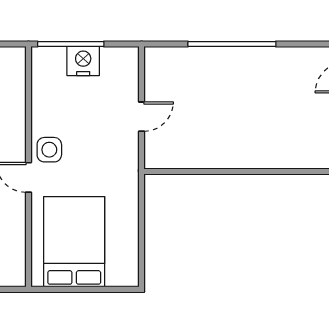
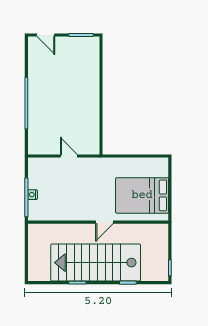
nightstand: (83, 61) -> (33, 195), width x0.53, depth x0.56
side table: (49, 150) -> (88, 210), removed

